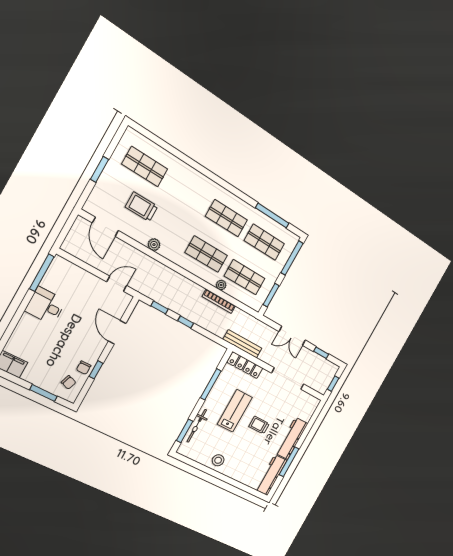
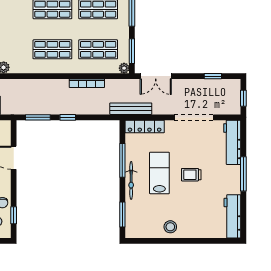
plant: (221, 285) -> (124, 68), moved
window: (159, 307) -> (38, 117), width x1.50
double door: (292, 336) -> (156, 76), moved
window: (96, 370) -> (14, 215), moved
bicycle: (197, 426) -> (131, 180), moved
workbench: (292, 438) -> (232, 142), moved
window: (289, 462) -> (243, 174), moved

